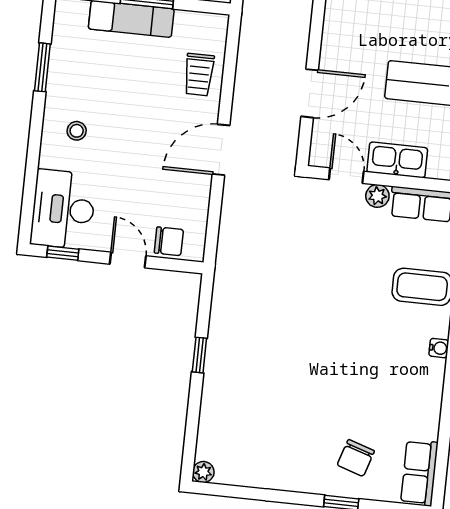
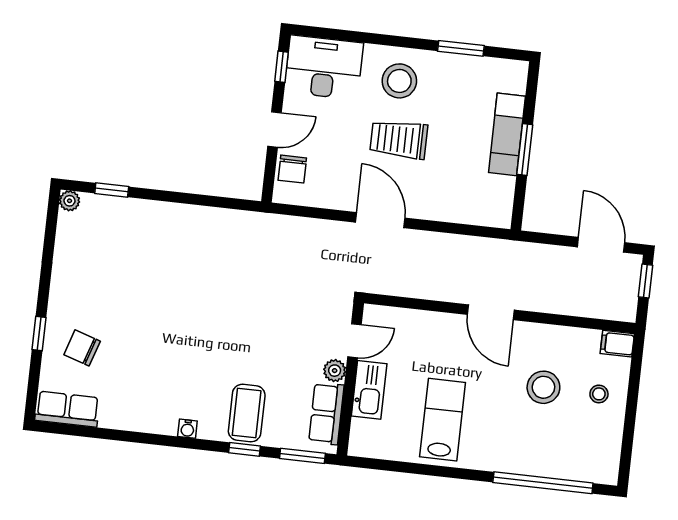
trolley: (199, 75) -> (399, 139), moved, width x1.36, depth x1.39
door: (310, 93) -> (491, 312), moved
stool: (77, 131) -> (399, 81), width x1.89, depth x1.89
window: (199, 355) -> (112, 190), moved

